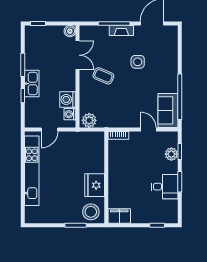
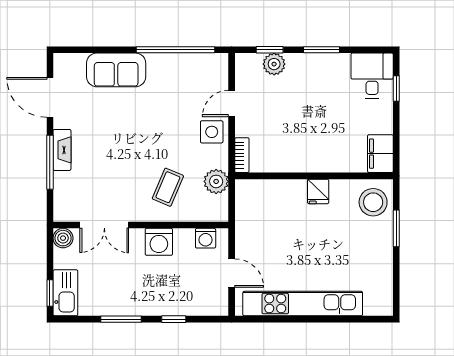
double door: (78, 55) -> (104, 225), swing flipped
side table: (138, 62) -> (212, 132), moved
coffee table: (103, 76) -> (168, 187), moved
kitchen sink: (32, 84) -> (65, 293), moved, turned 90
washing machine: (68, 99) -> (159, 242), moved
sofa: (168, 110) -> (116, 70), moved
plant: (89, 120) -> (216, 181), moved
fridge: (95, 185) -> (318, 191), width x0.53, depth x0.75
desk: (165, 187) -> (372, 76), moved

